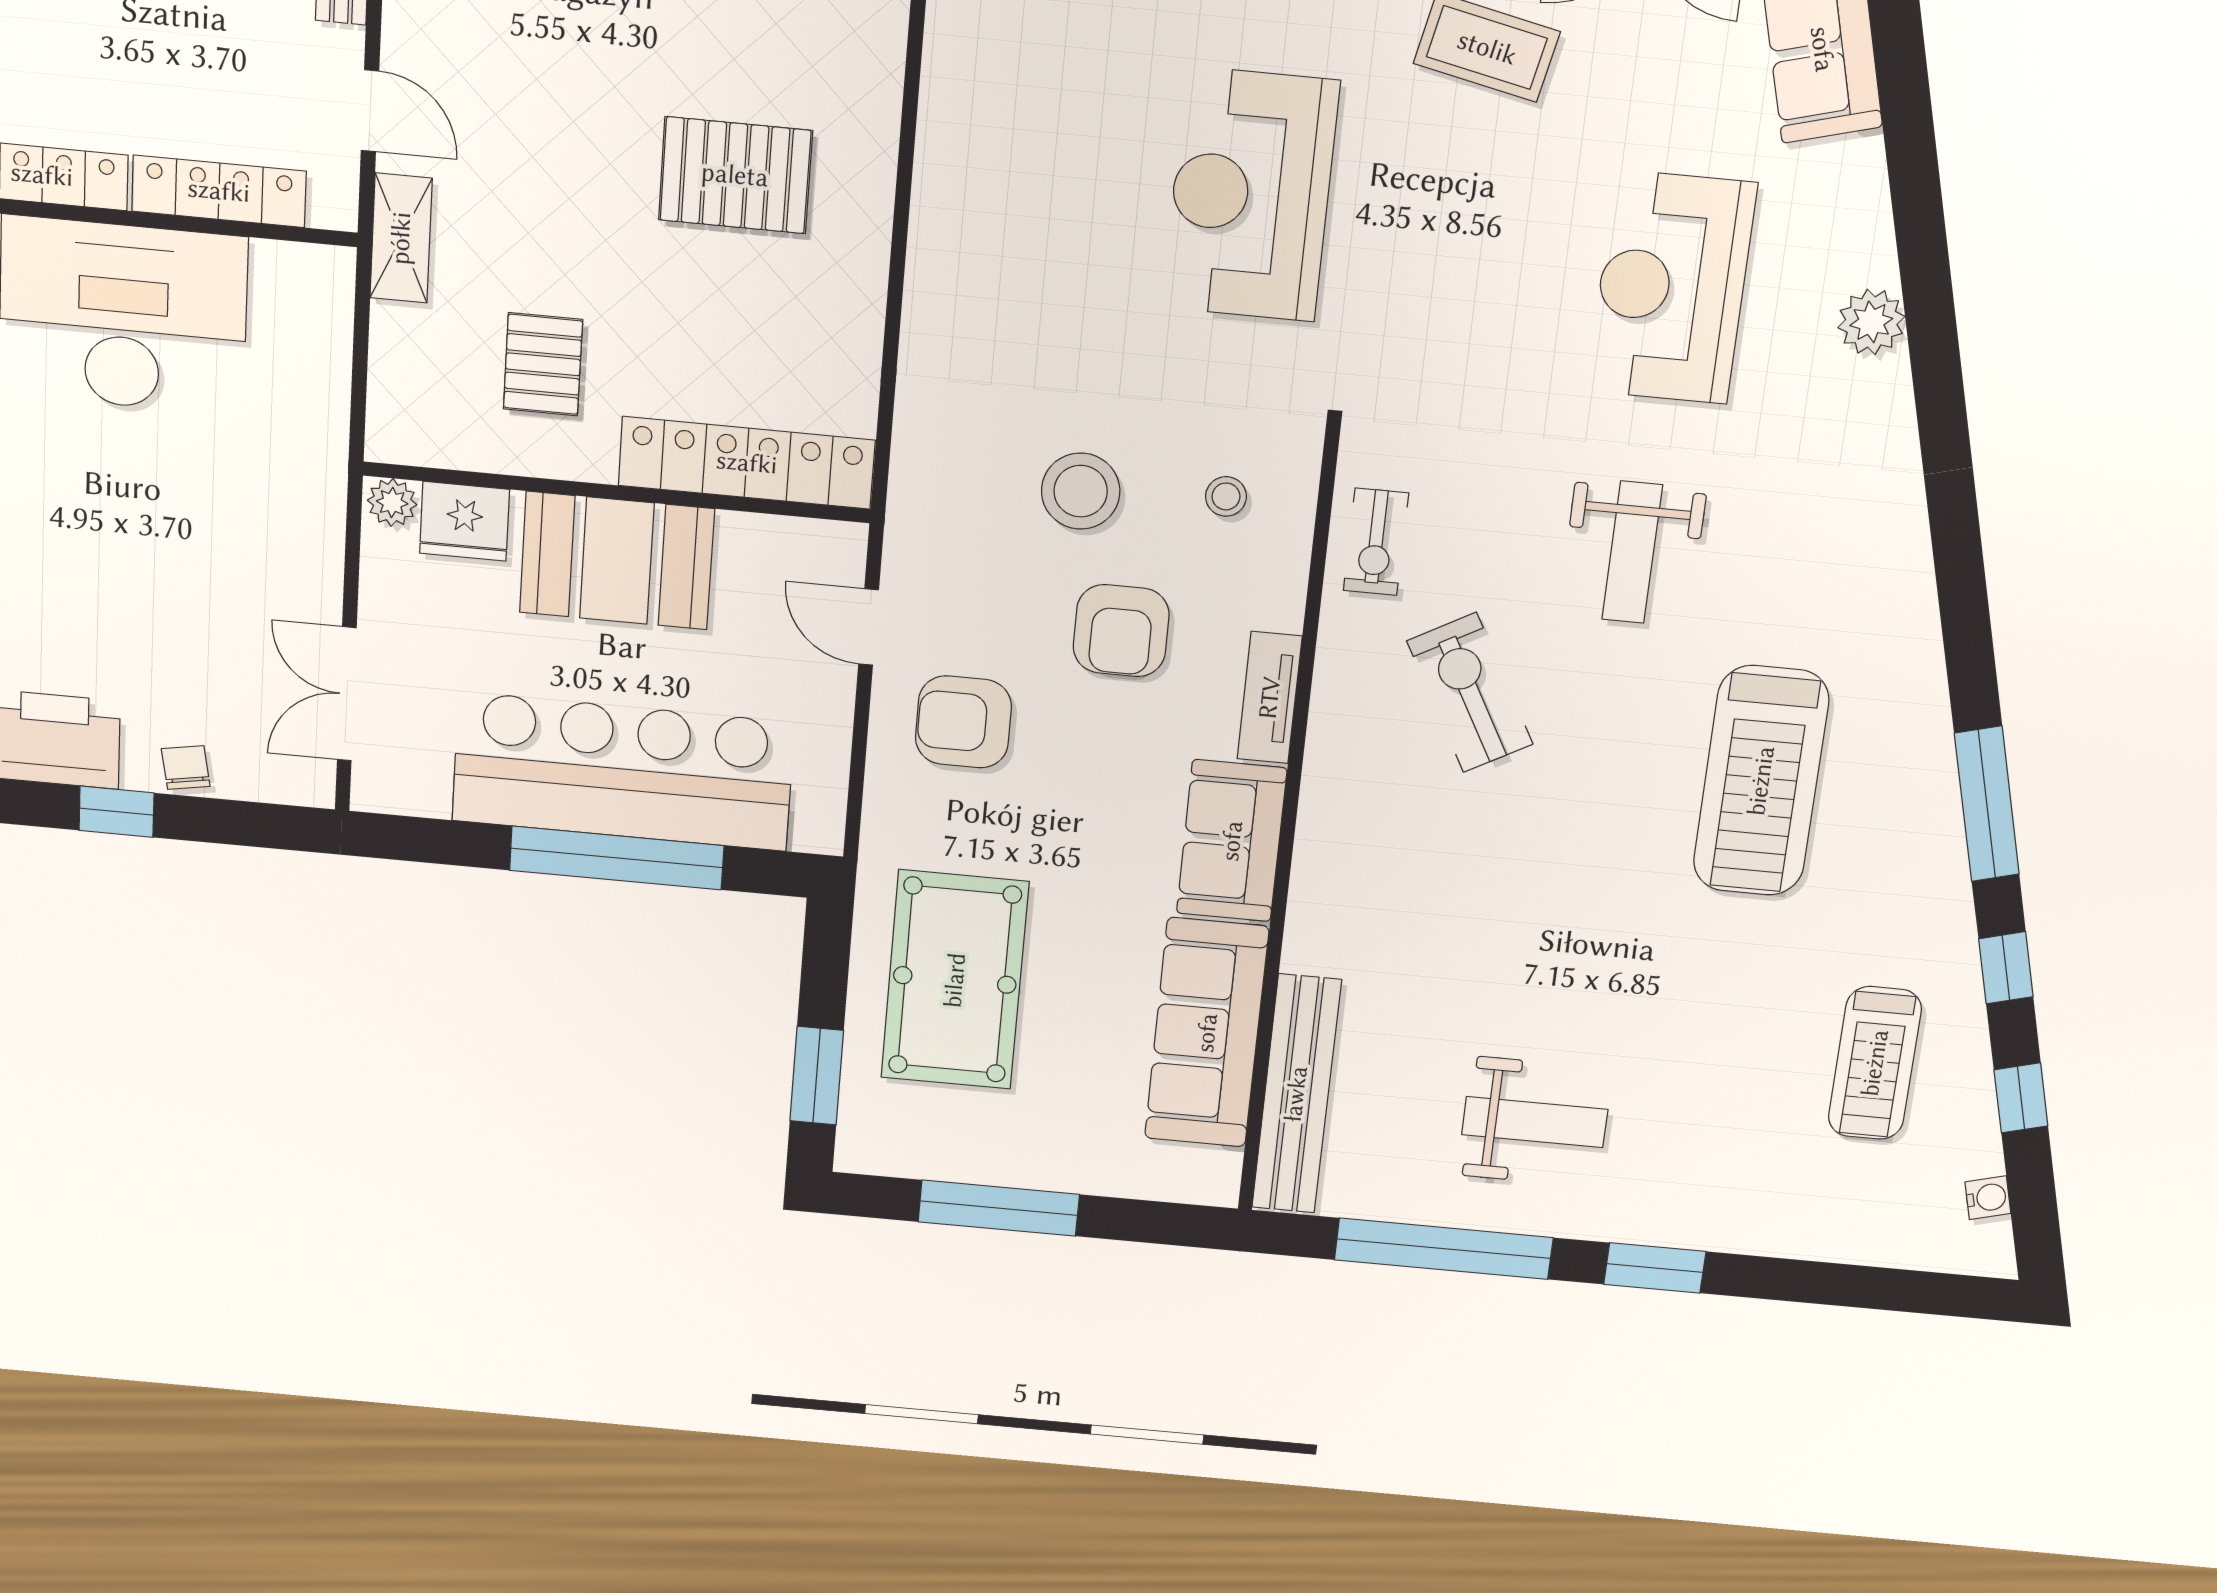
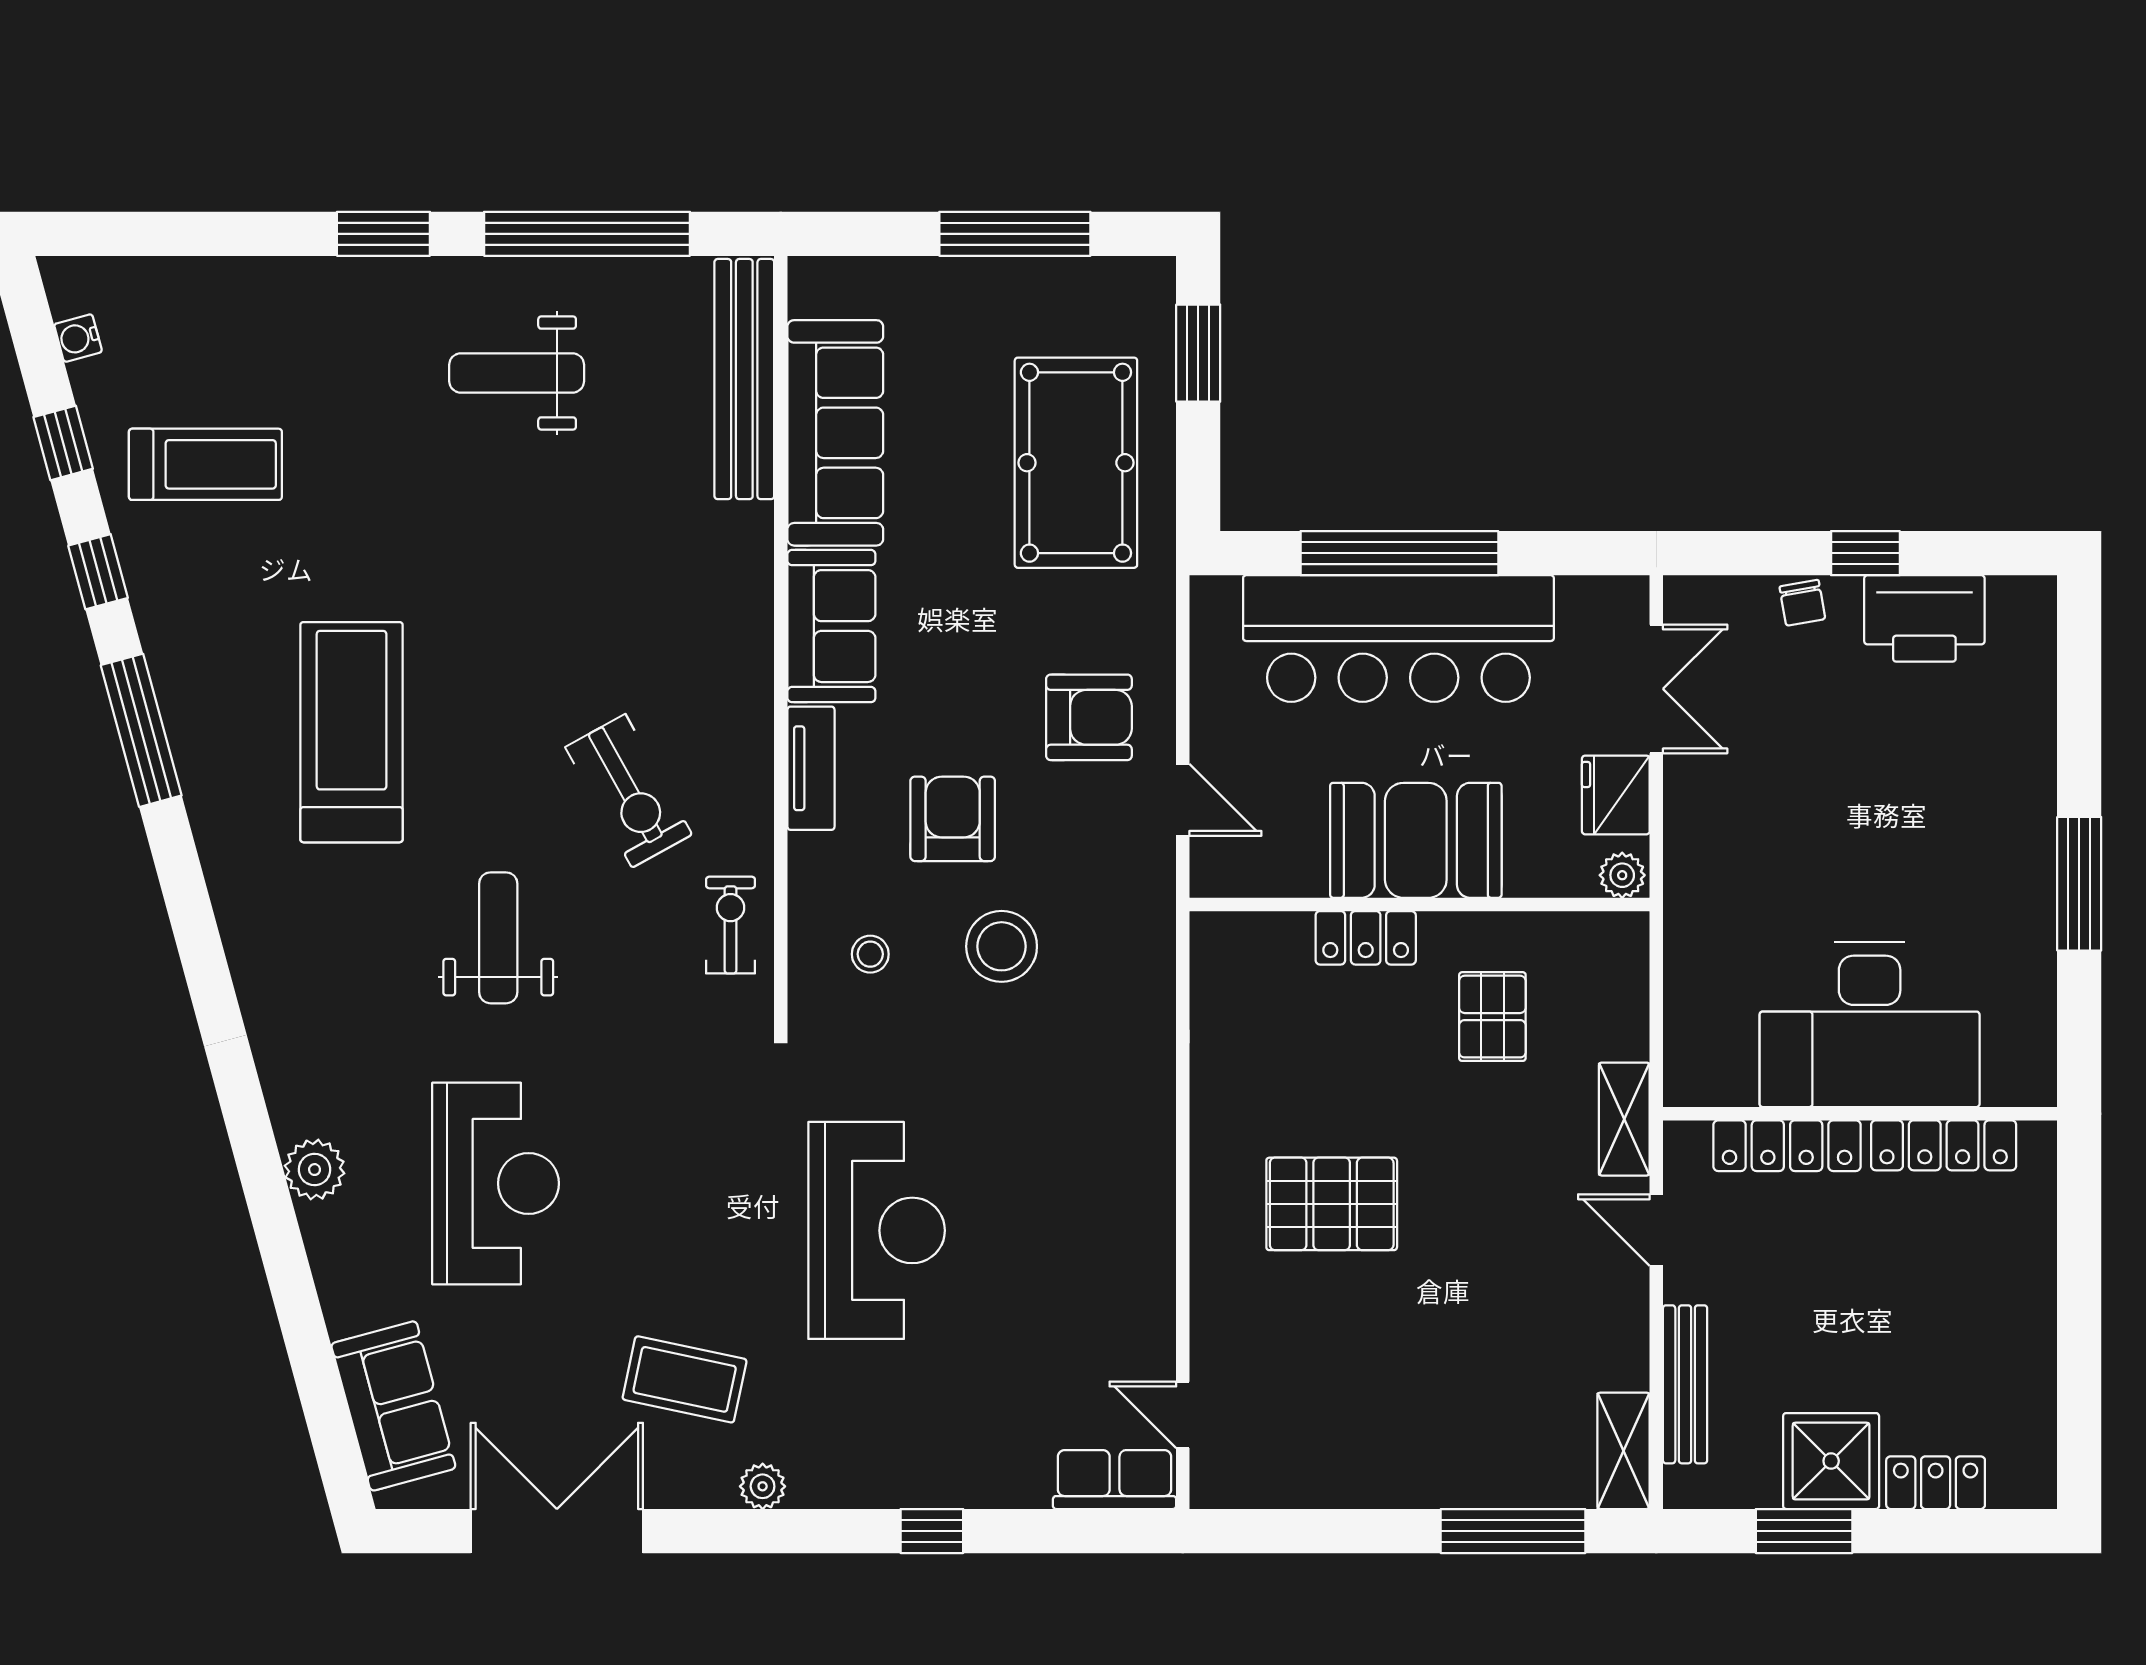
locker: (747, 463) -> (1366, 938), width x0.46, depth x0.83
fridge: (465, 521) -> (1616, 795), moved, turned -90
treadmill: (1875, 1063) -> (205, 464), turned 90

